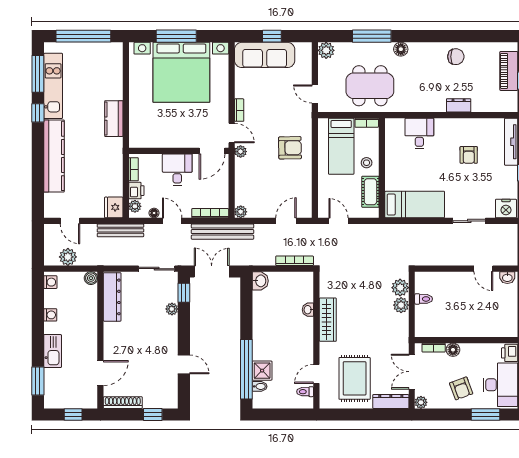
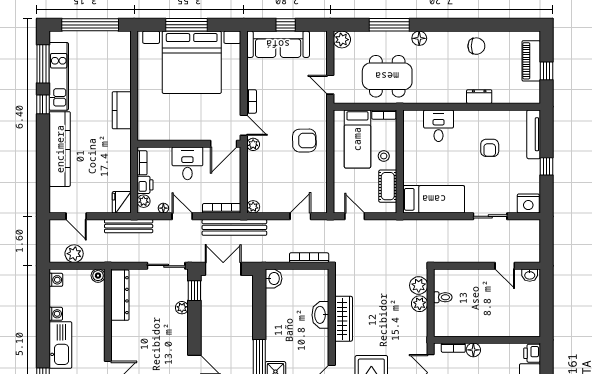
washbasin: (308, 310) -> (320, 315), width x1.91, depth x1.45
kitchen sink: (53, 351) -> (60, 345), width x1.36, depth x1.24

